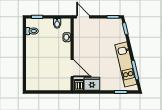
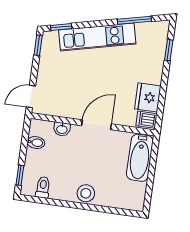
stool: (32, 56) -> (86, 193), added
kitchen unit: (126, 64) -> (97, 37), moved
door: (72, 68) -> (97, 125), moved
bathtub: (57, 84) -> (140, 158), added

